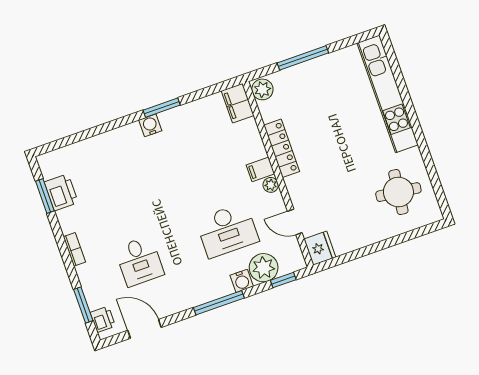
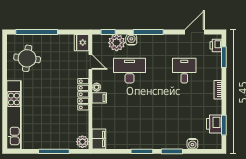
window: (113, 125) -> (172, 151), added
water cooler: (150, 125) -> (192, 144), moved
locker: (282, 148) -> (83, 94), moved
window: (398, 240) -> (37, 32), added
door: (144, 329) -> (195, 32), swing flipped

